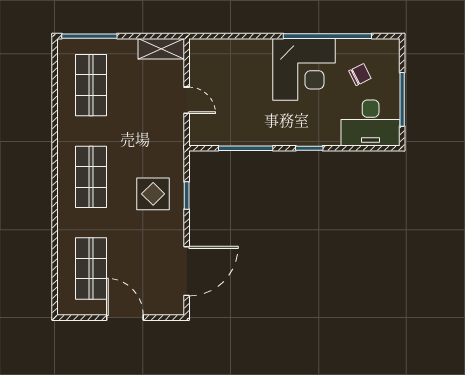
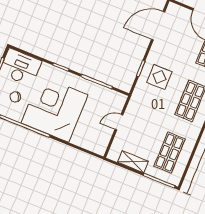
shelving: (161, 49) -> (133, 162), moved
corner desk: (304, 69) -> (55, 109), width x1.36, depth x1.36
door: (187, 100) -> (119, 122), hinge flipped

